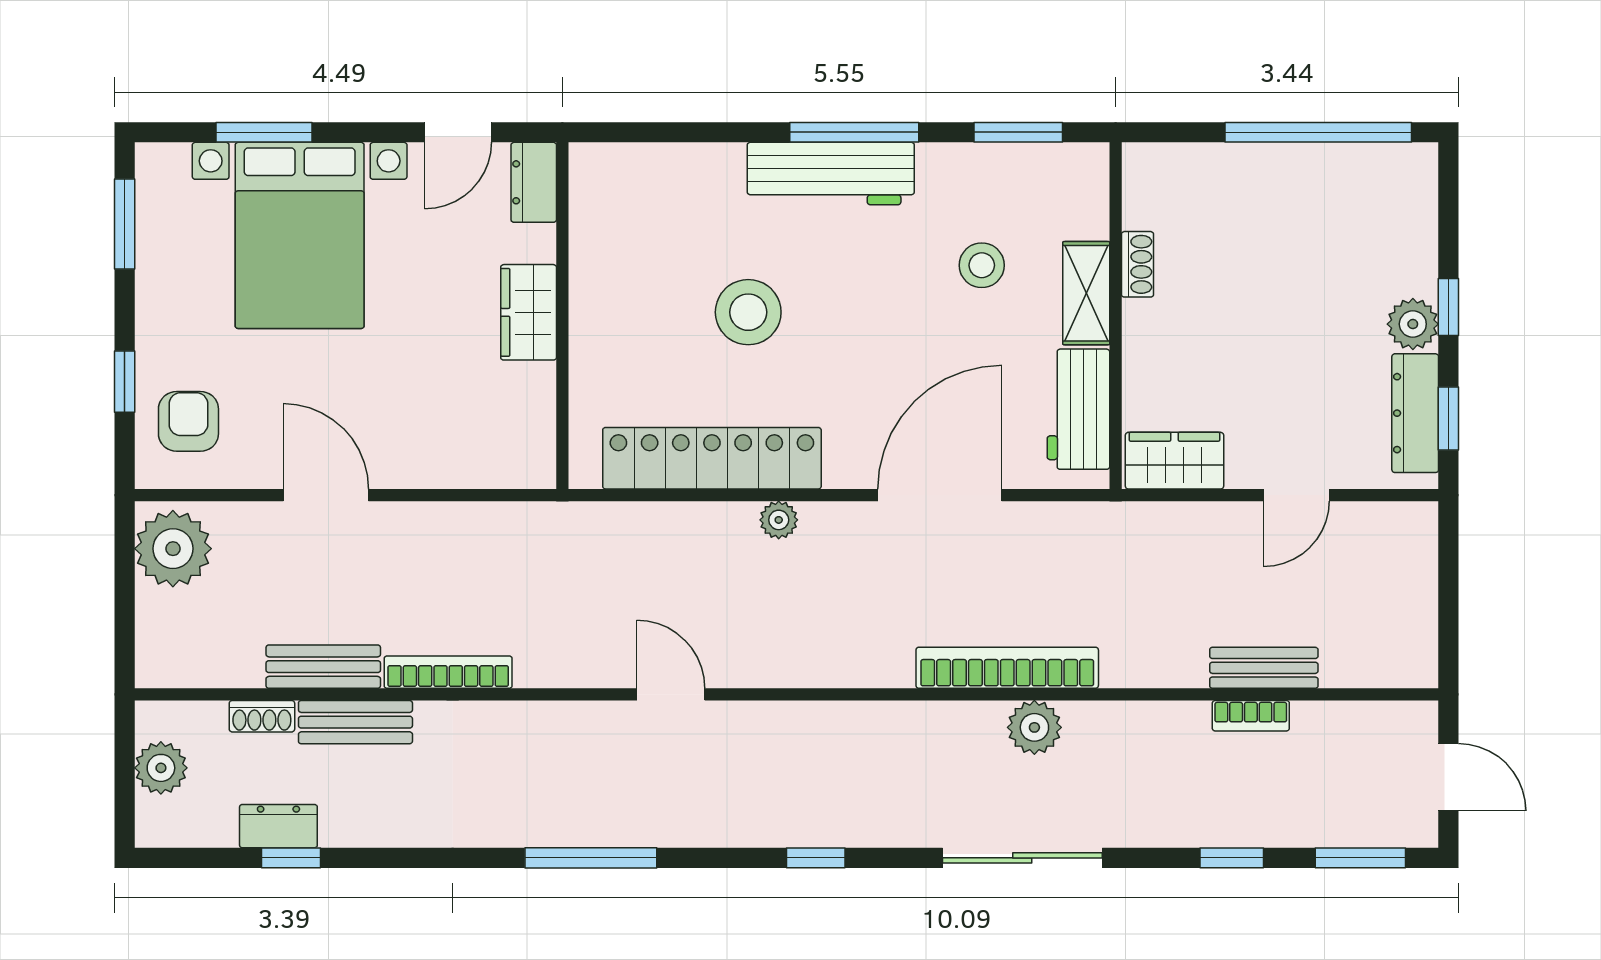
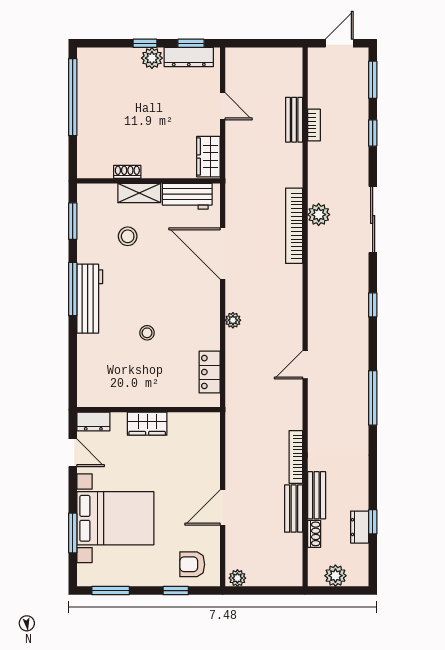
stool: (748, 312) -> (147, 333), width x0.53, depth x0.53
locker: (712, 458) -> (210, 372), width x0.46, depth x0.83
plant: (173, 549) -> (237, 578), width x0.53, depth x0.53

